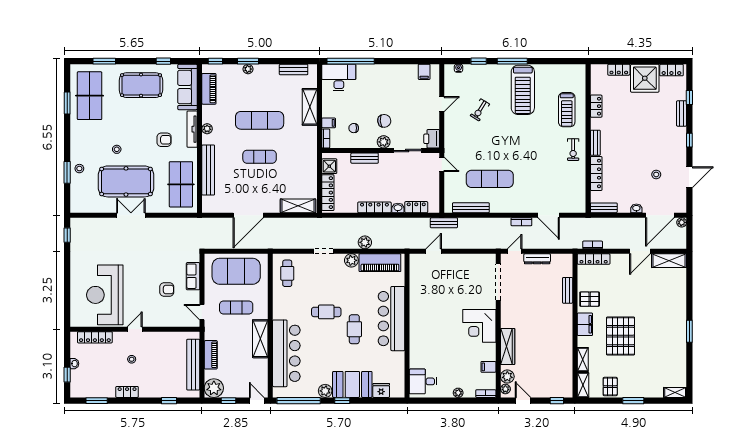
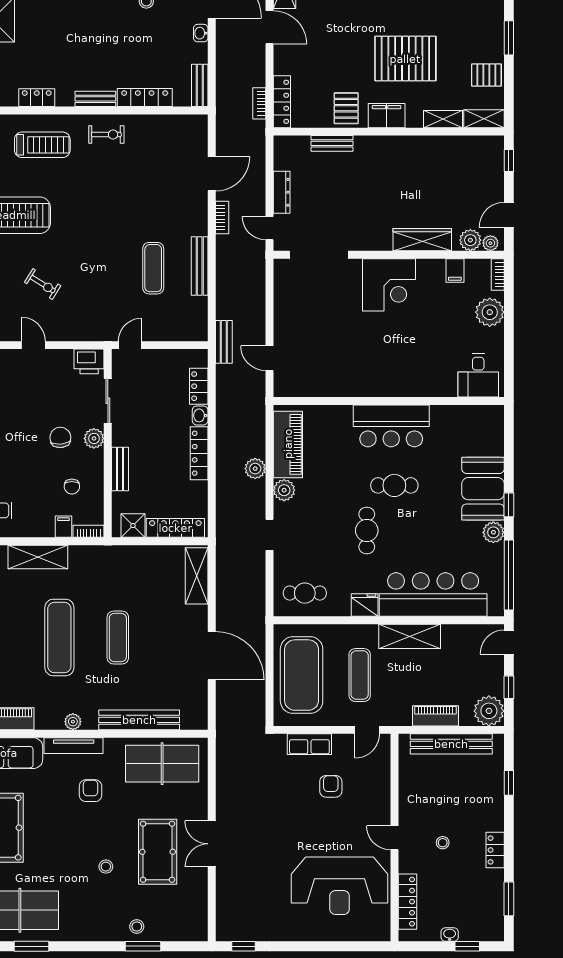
exercise mat: (490, 179) -> (153, 268), width x0.73, depth x0.69
pool table: (126, 181) -> (158, 852), width x0.73, depth x0.76
bench: (471, 208) -> (200, 266), moved
bar counter: (392, 319) -> (391, 426), width x0.73
fridge: (381, 390) -> (365, 605), moved, turned 90
plant: (458, 393) -> (490, 312), width x1.88, depth x1.88

